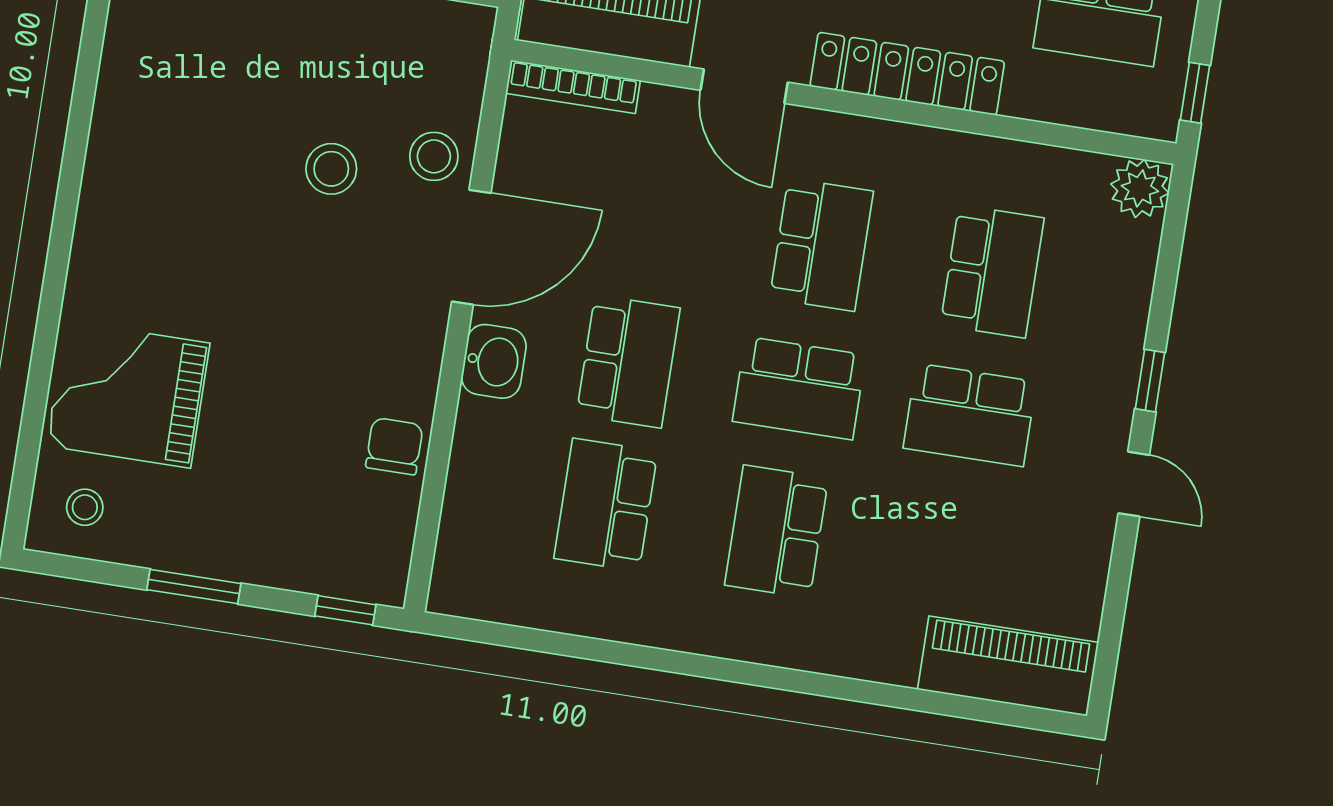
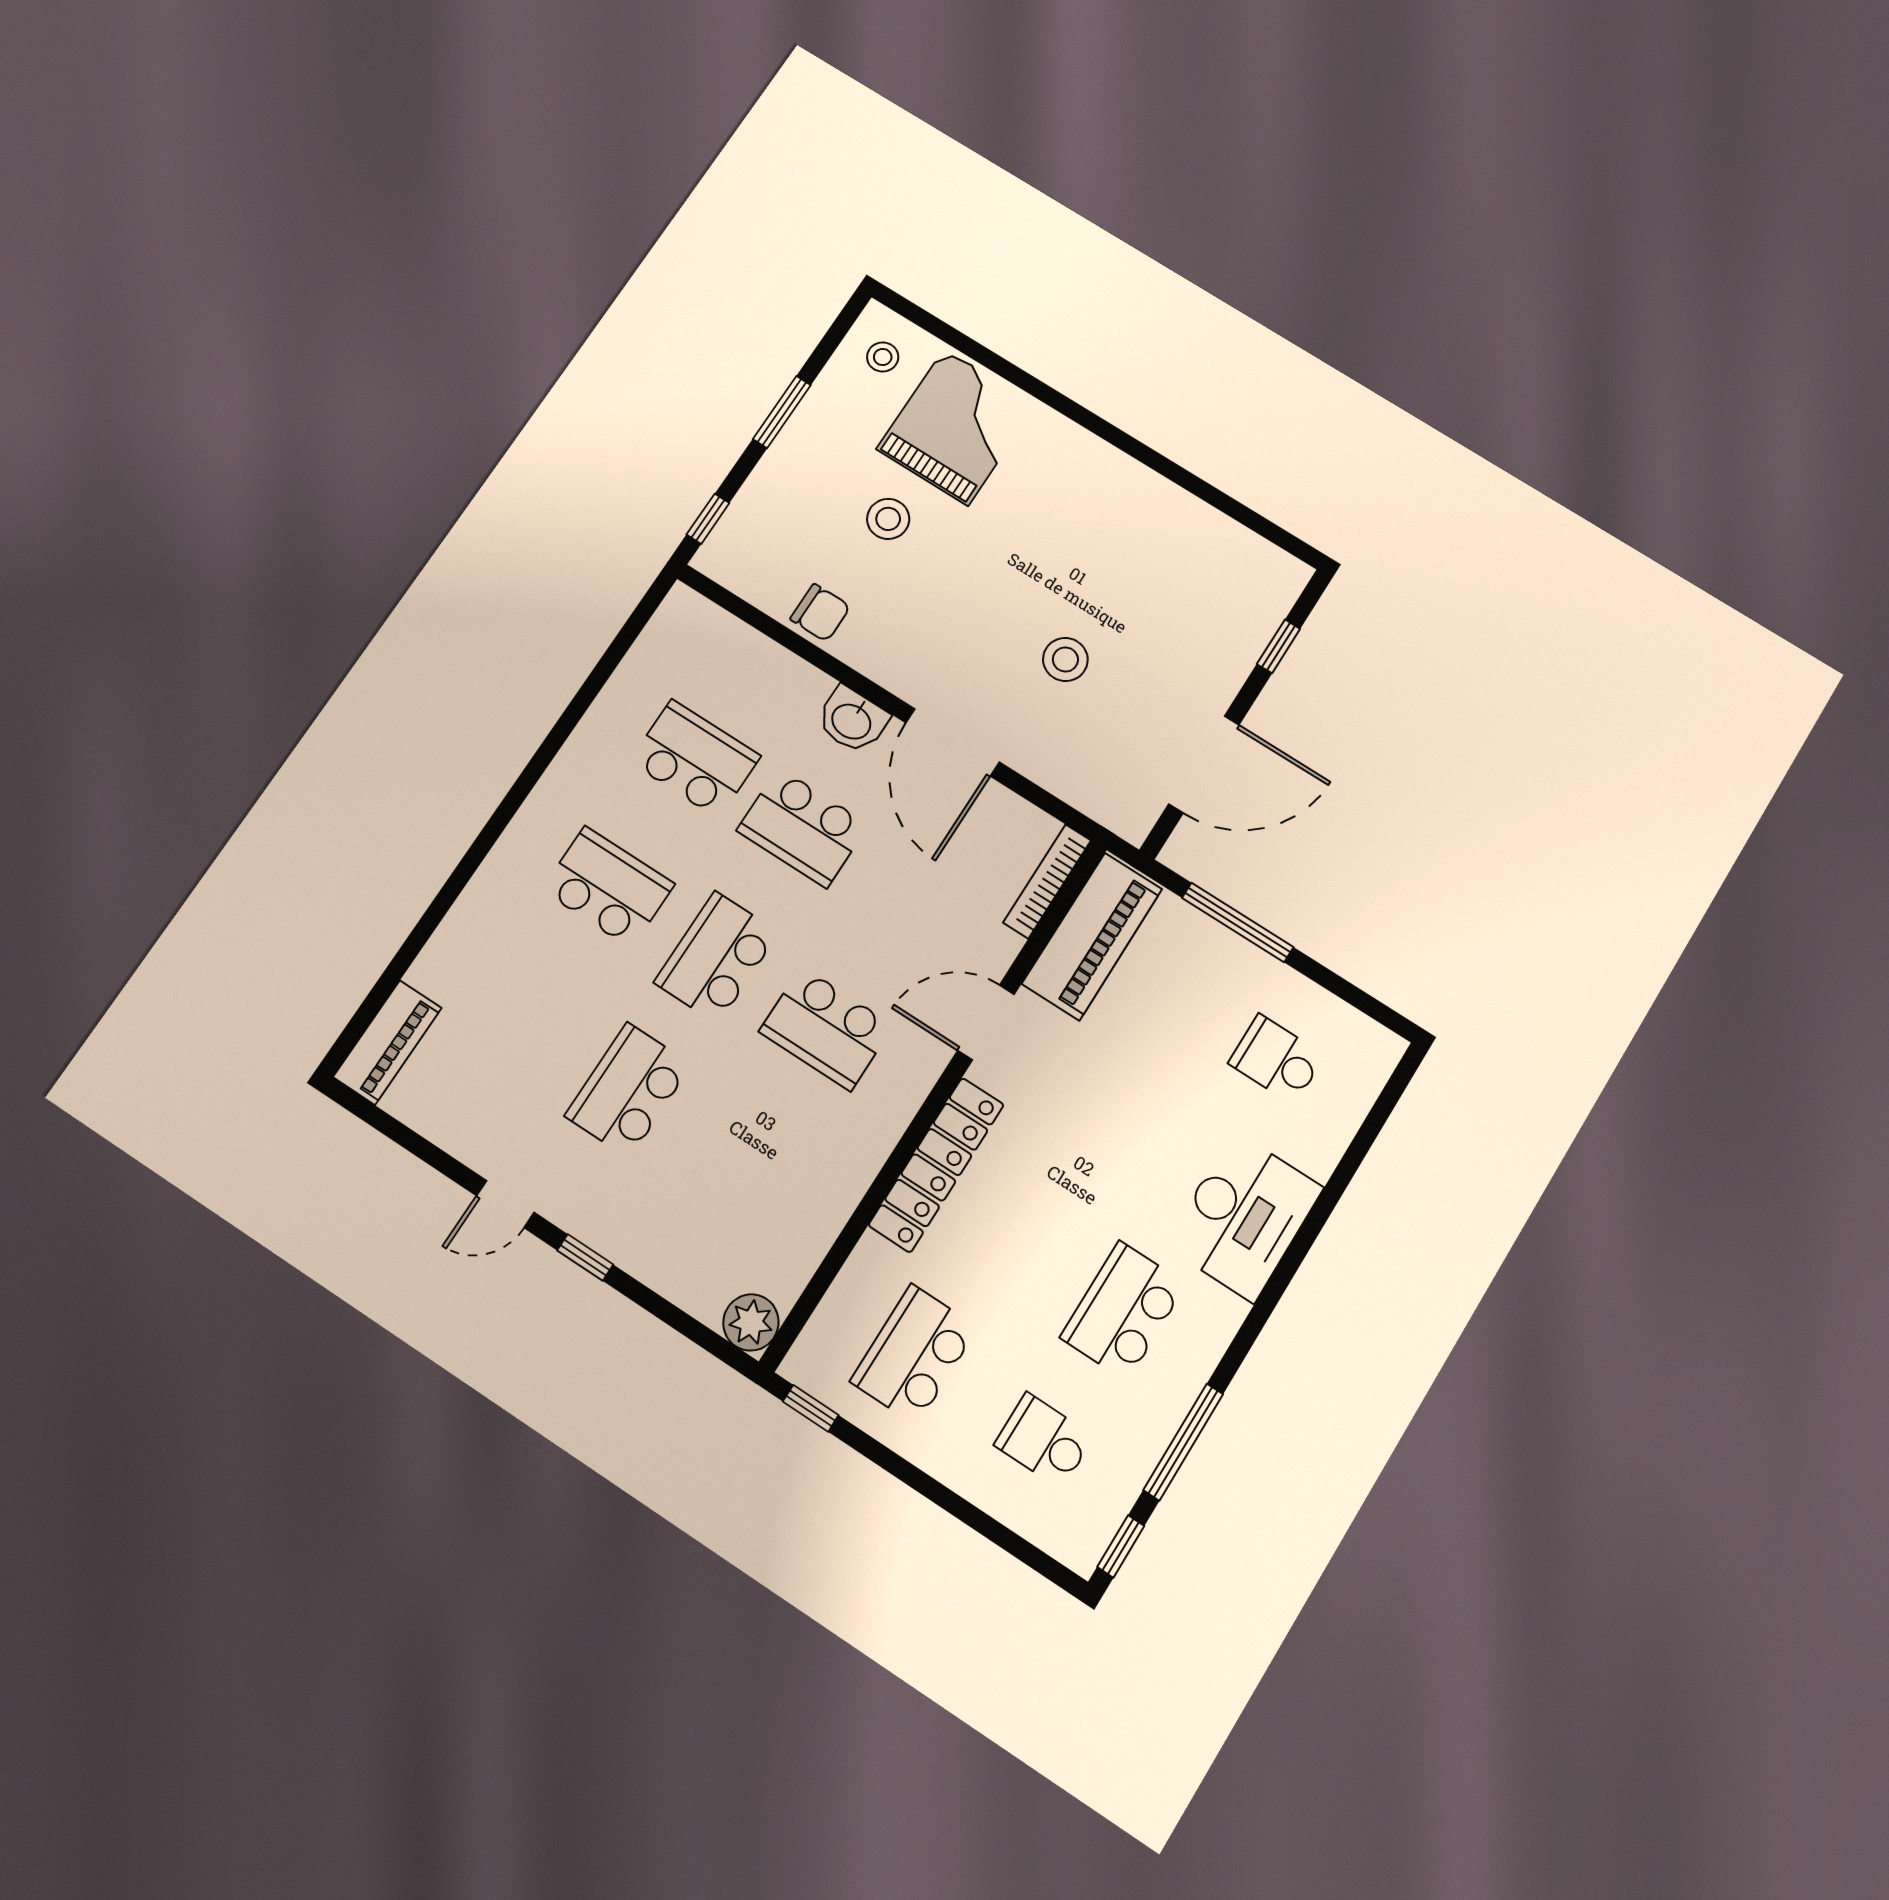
stool: (434, 156) -> (888, 519), moved
school desk: (992, 271) -> (739, 1163), removed
piano: (1008, 666) -> (387, 1042), width x0.73, depth x0.75

